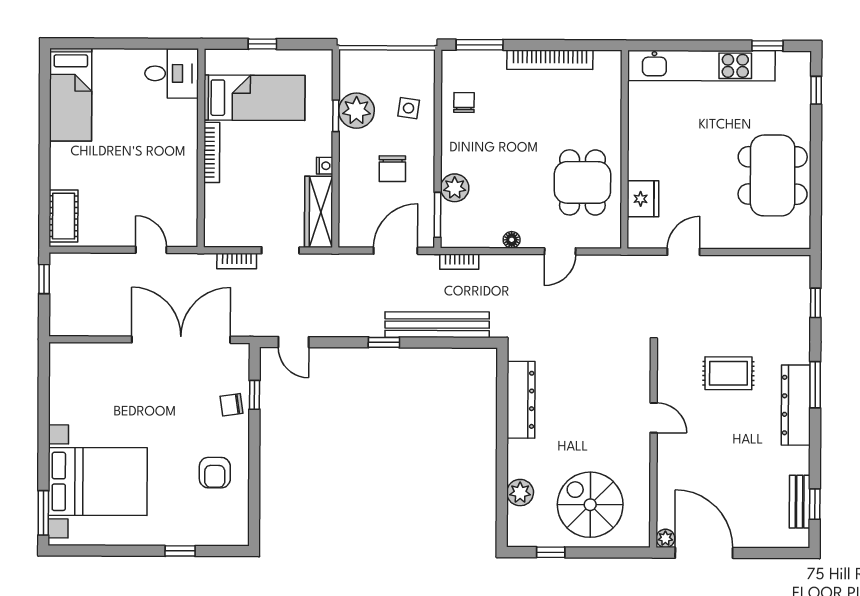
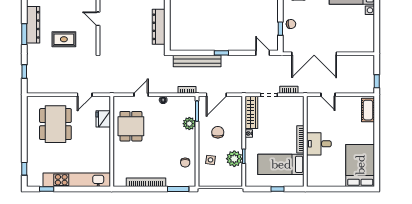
desk: (172, 73) -> (319, 144), moved
bed: (71, 95) -> (360, 165), width x1.50
dining table: (773, 175) -> (55, 124), moved

